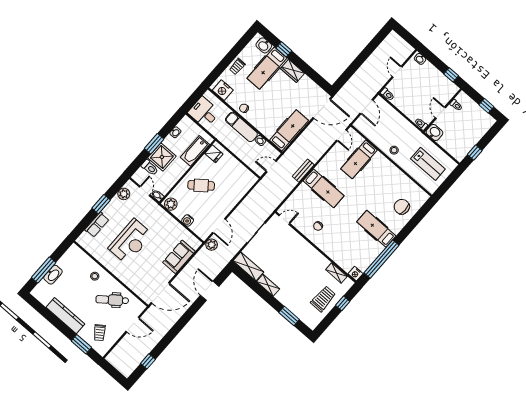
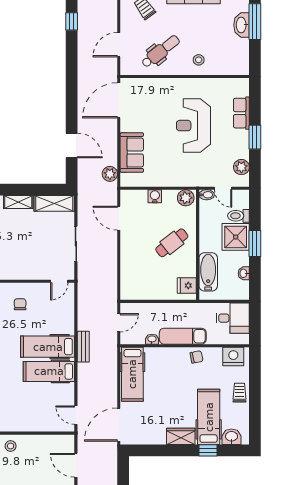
hospital bed: (359, 159) -> (49, 371), moved, turned -90
plant: (212, 245) -> (110, 174), moved

